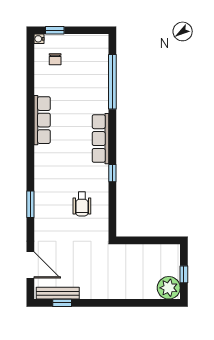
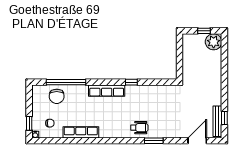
chair: (93, 69) -> (57, 96), added
row of seats: (42, 120) -> (81, 132), moved
wheelchair: (82, 204) -> (139, 128), moved

